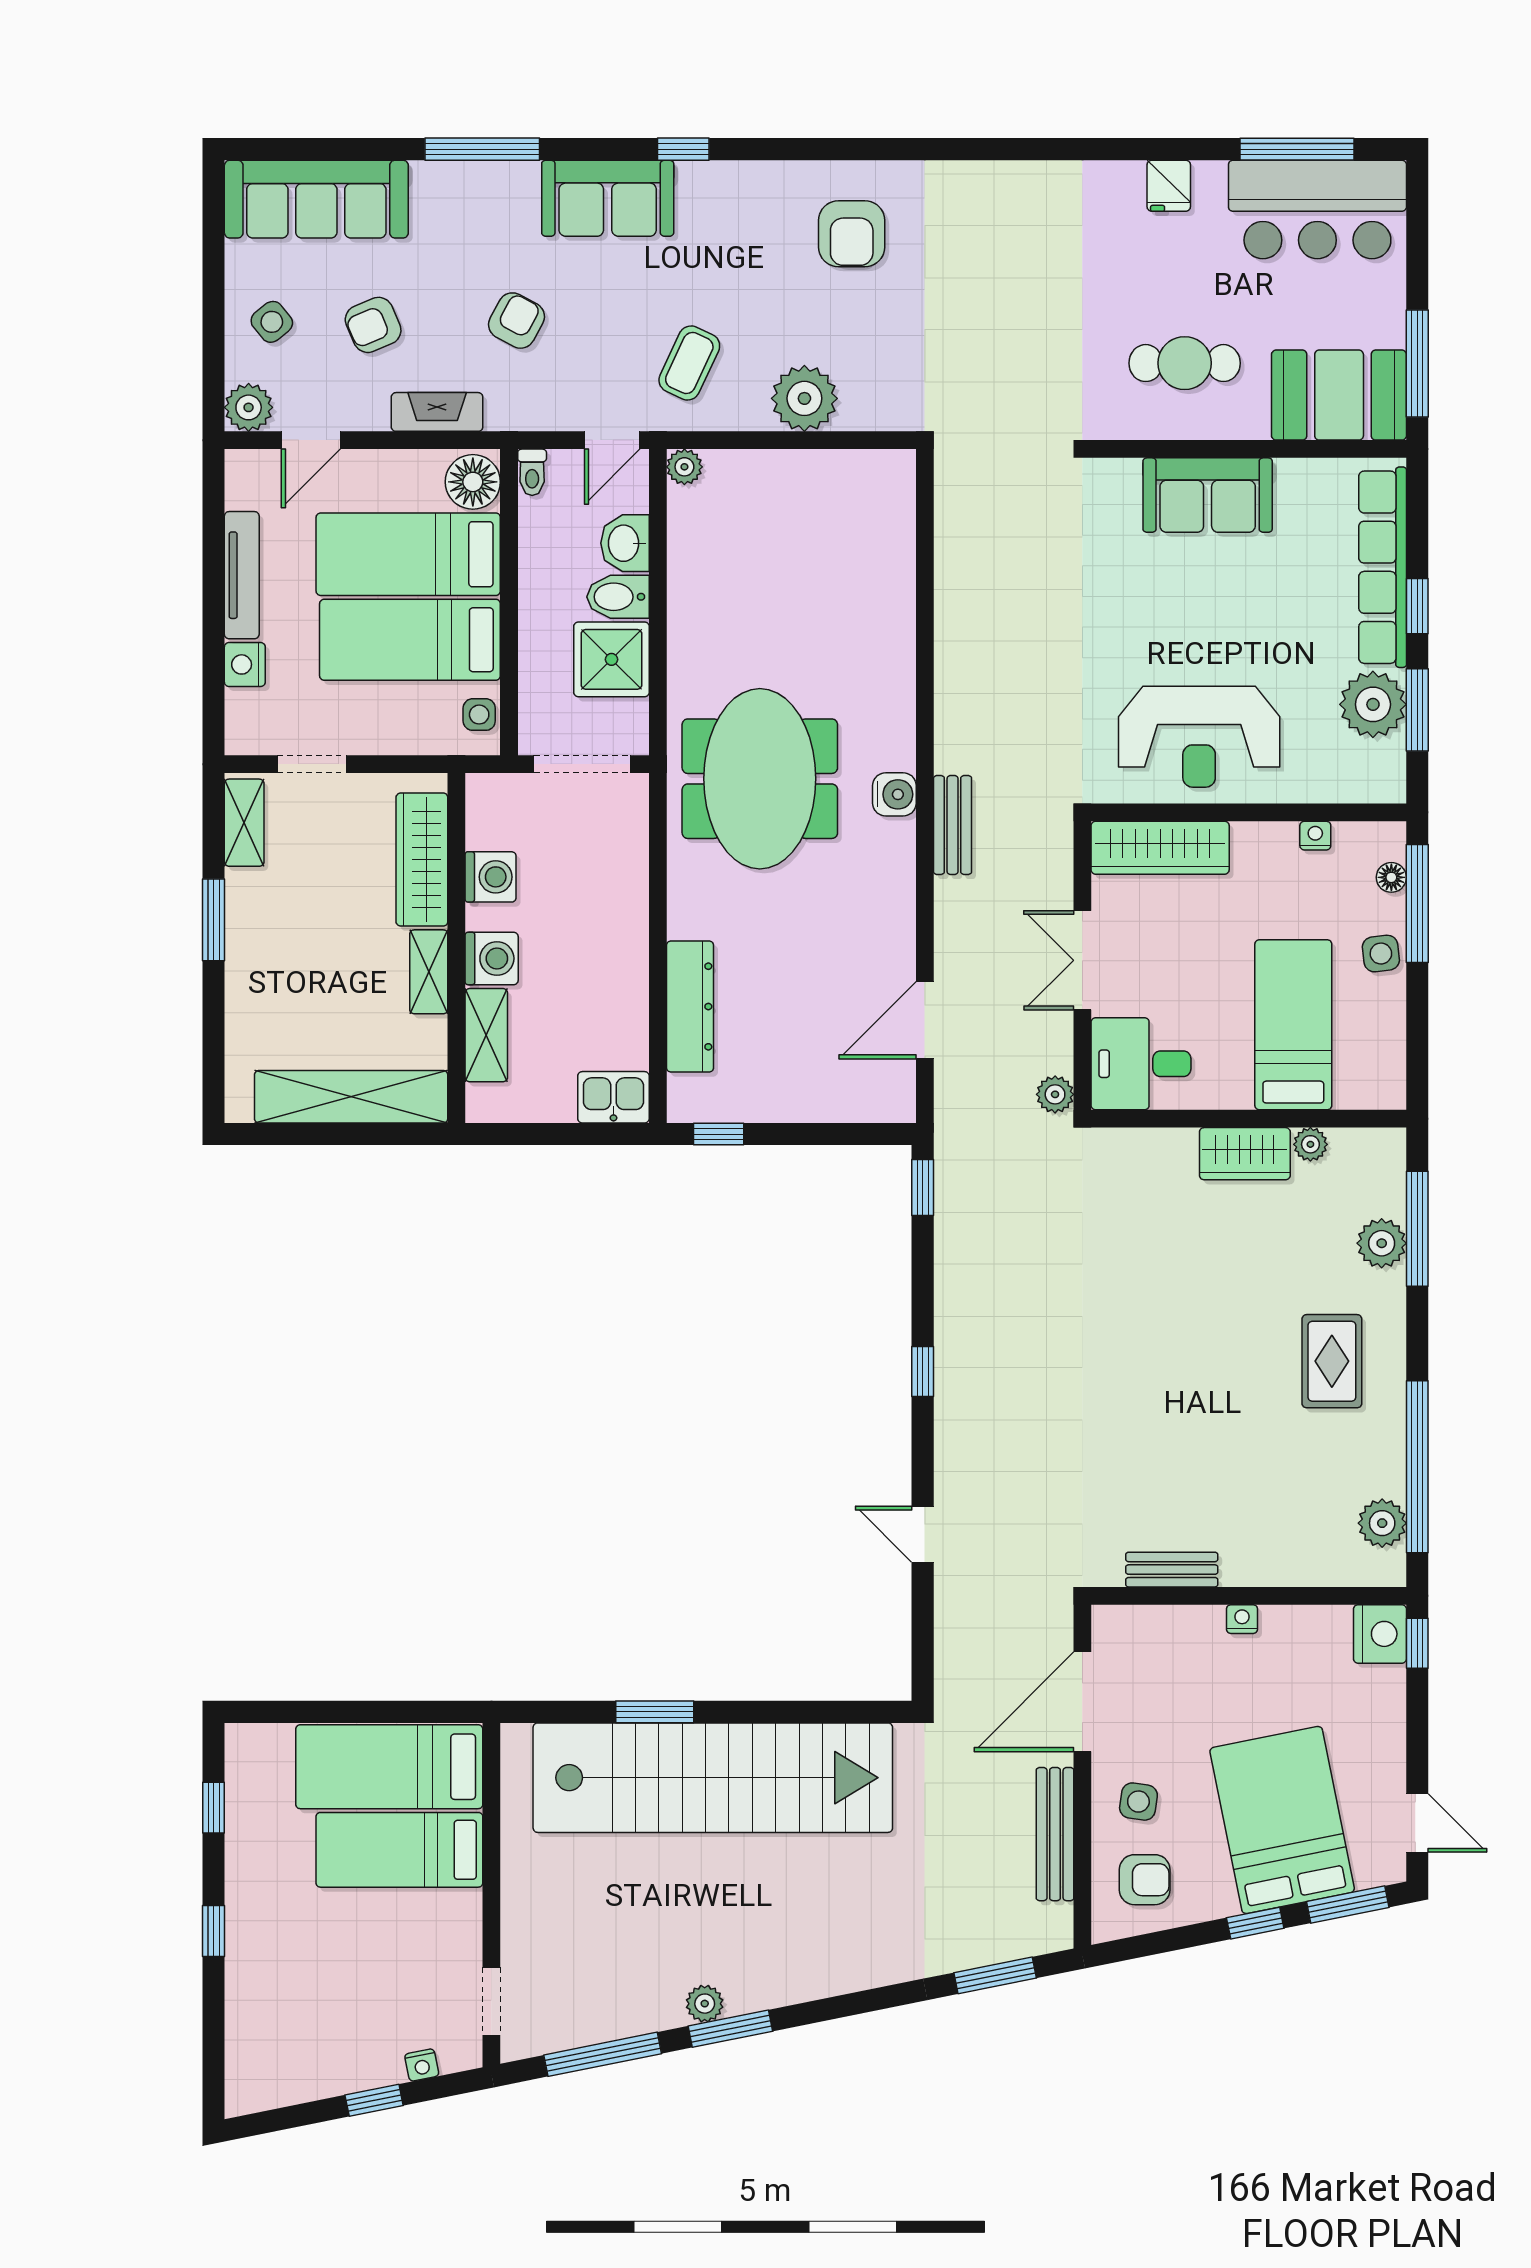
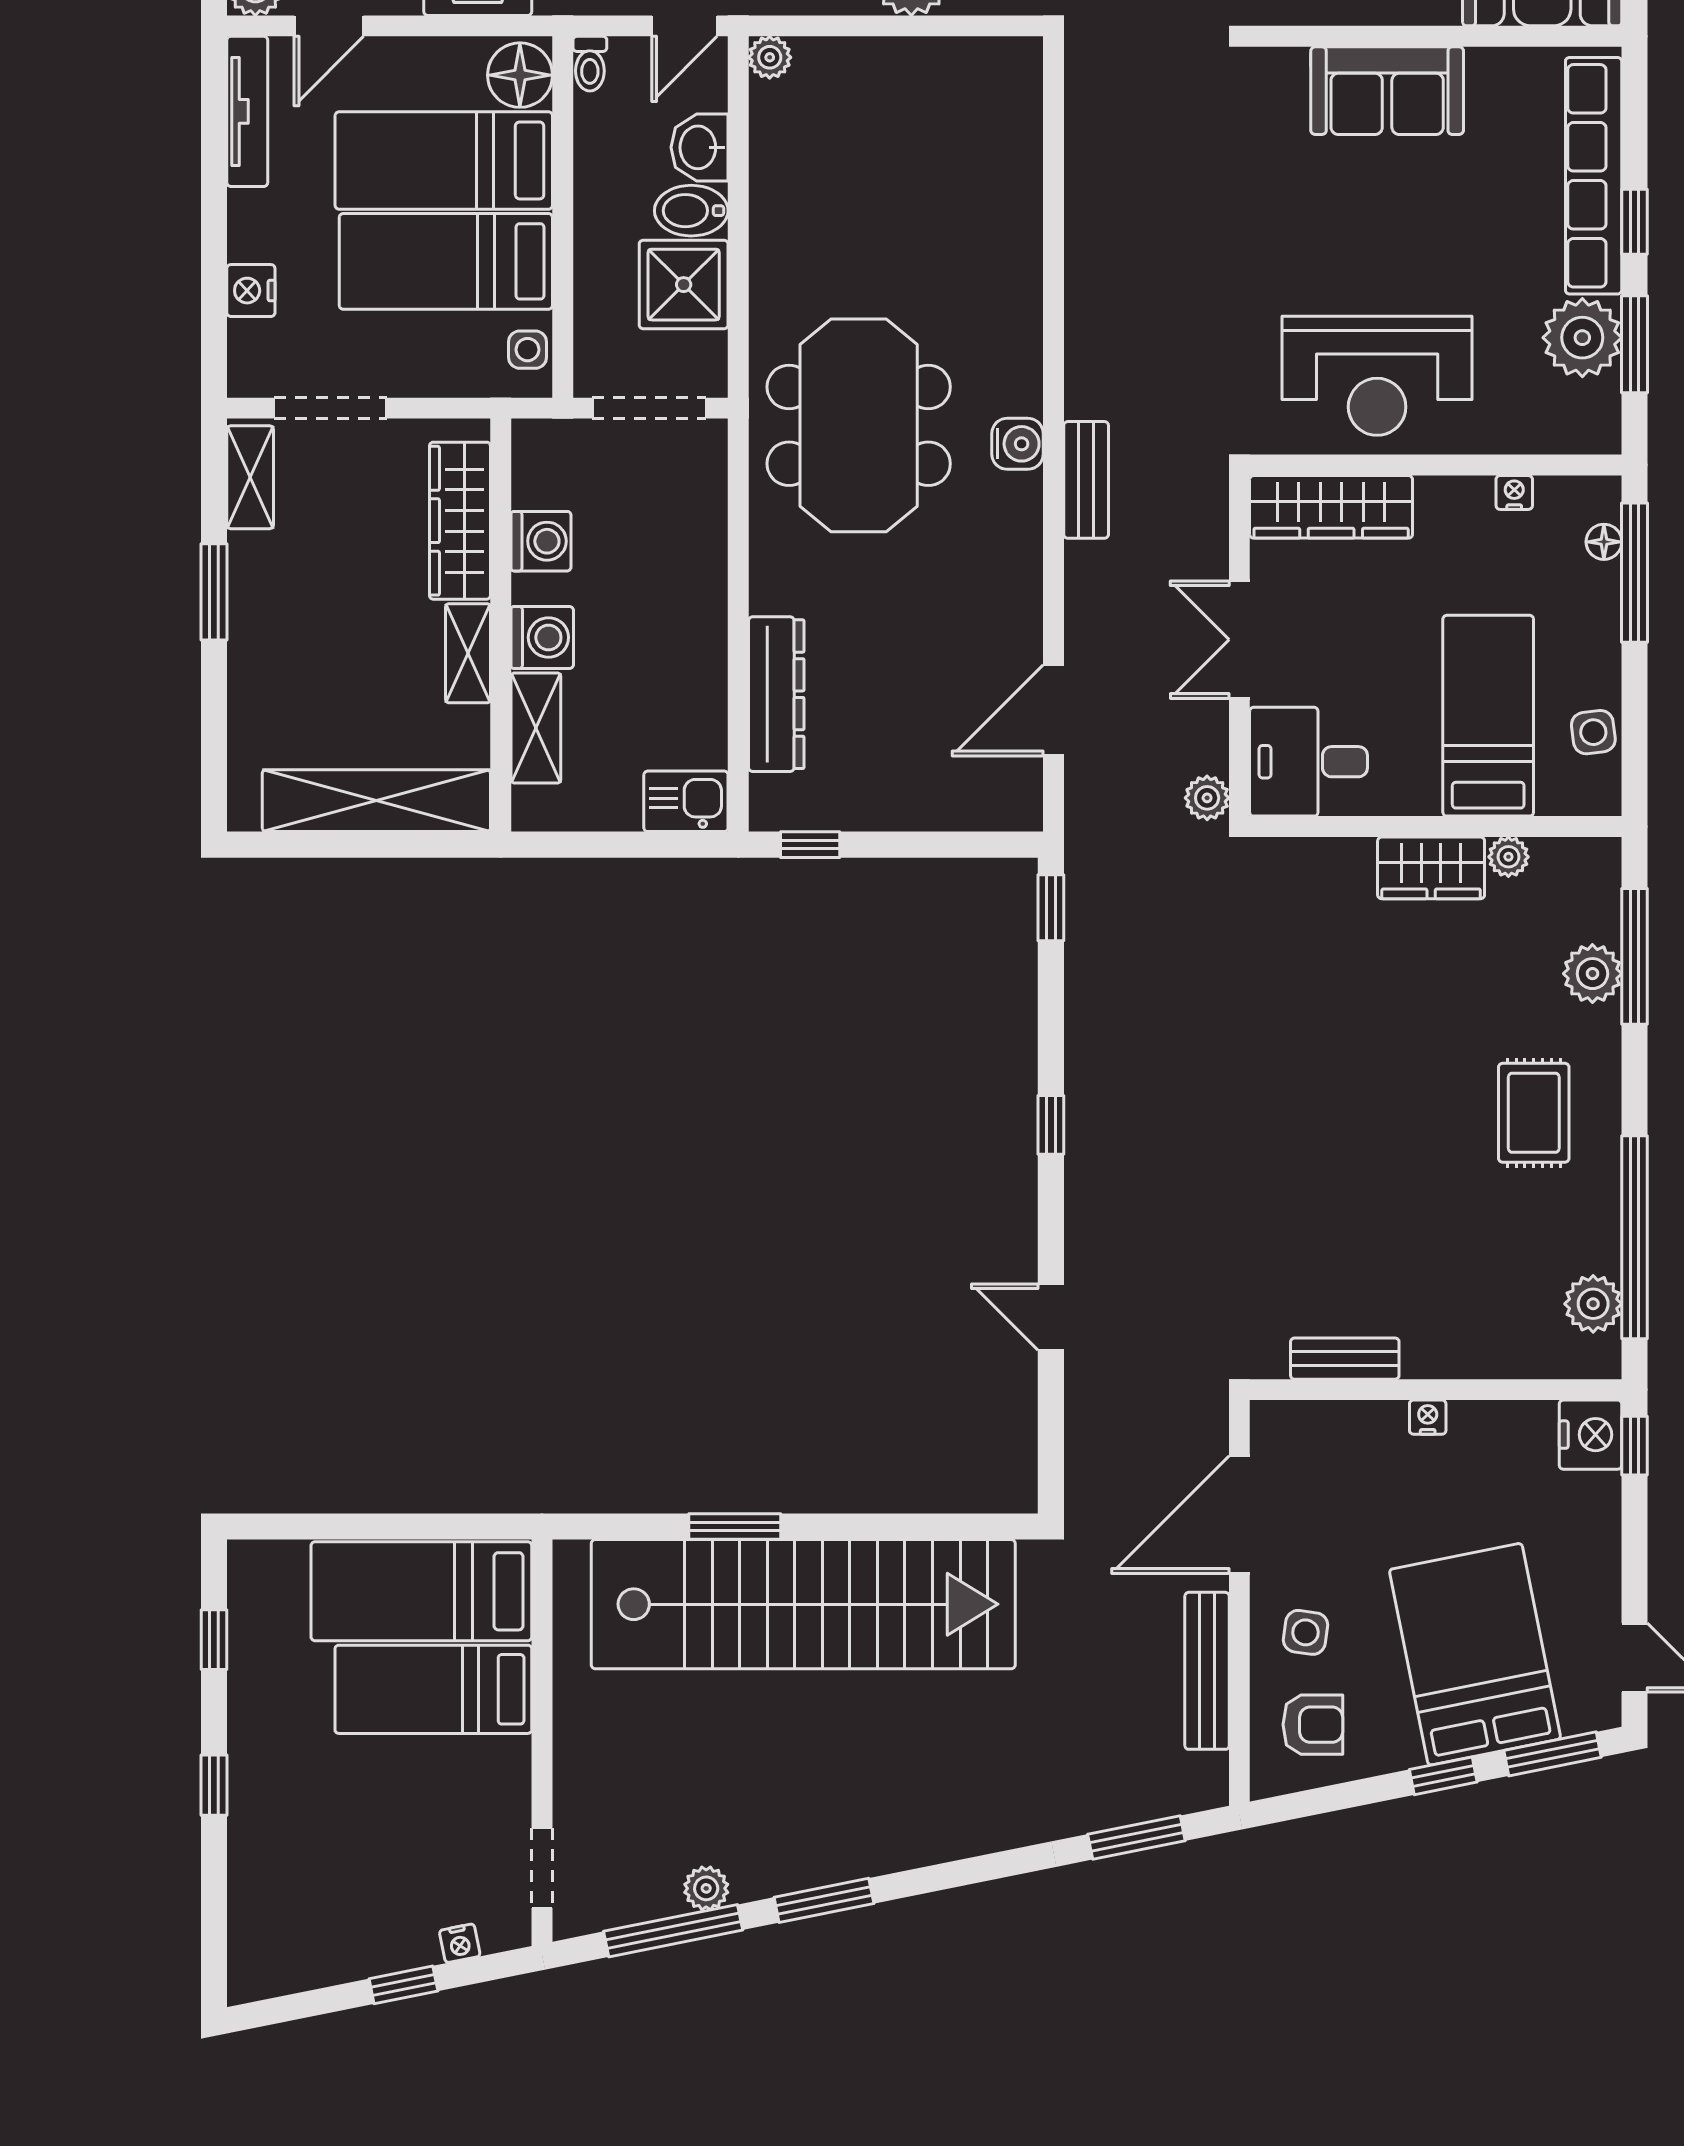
tv unit: (242, 575) -> (247, 111), moved
doorway: (312, 764) -> (330, 408), width x1.38
side table: (1381, 954) -> (1593, 732), moved
plant: (705, 2004) -> (706, 1888), moved

